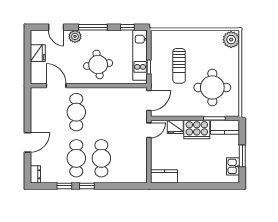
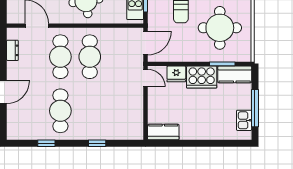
door: (149, 130) -> (146, 78), hinge flipped
window: (242, 156) -> (255, 108), width x1.44
cafe table: (101, 158) -> (90, 57), moved
dresser: (35, 174) -> (12, 50), moved
window: (87, 186) -> (97, 143), moved

